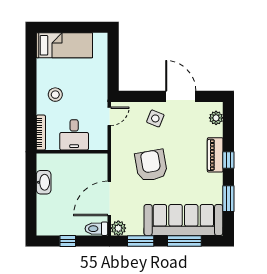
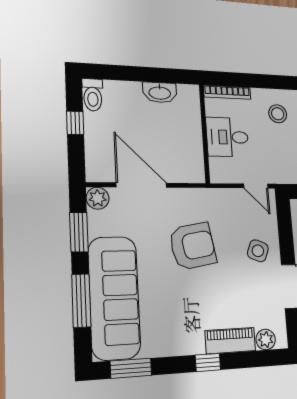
piano: (215, 155) -> (230, 341), moved
window: (228, 199) -> (131, 368), moved
toilet: (96, 229) -> (93, 95), moved, turned 180

